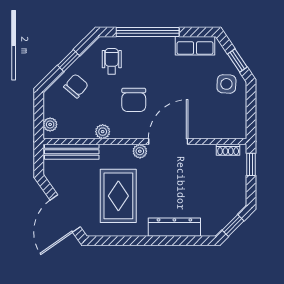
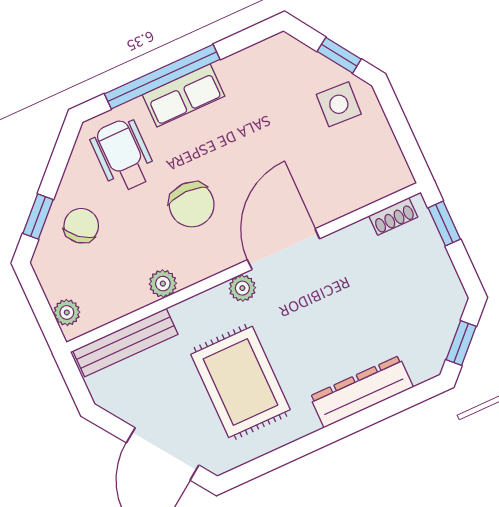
row of seats: (195, 46) -> (184, 95), moved
window: (69, 61) -> (38, 217), moved
wheelchair: (112, 61) -> (123, 155), width x1.36, depth x1.37

